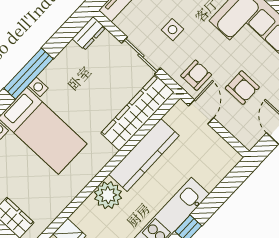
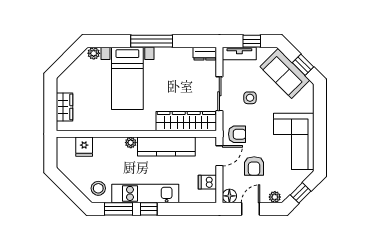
floor lamp: (249, 139) -> (229, 196), added
dishwasher: (216, 147) -> (207, 182), added
plant: (108, 195) -> (131, 143), width x0.53, depth x0.53

